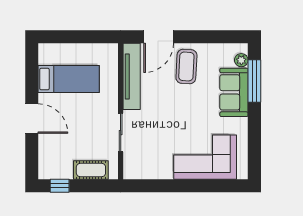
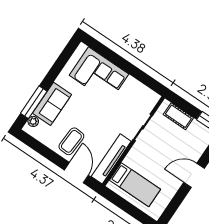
door: (159, 37) -> (76, 173), hinge flipped
bed: (69, 79) -> (135, 185), moved, turned 180
door: (32, 119) -> (194, 175), hinge flipped

